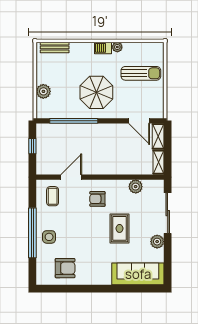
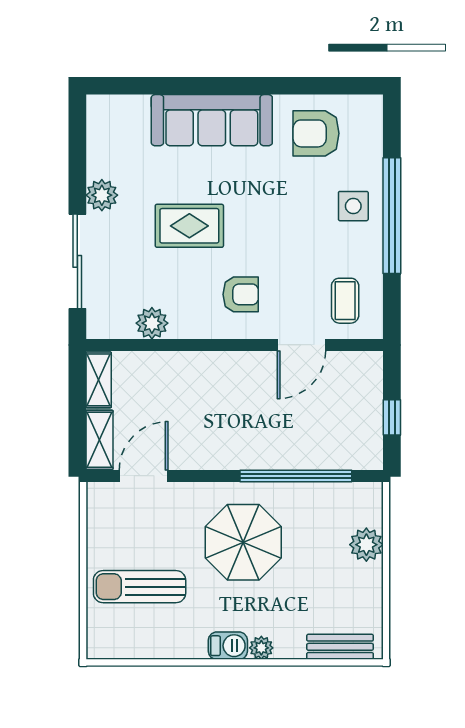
plant: (117, 47) -> (261, 648), moved
door: (139, 121) -> (144, 476), hinge flipped
rug: (120, 228) -> (189, 226), turned 90
sofa: (138, 274) -> (212, 120), moved

